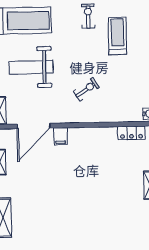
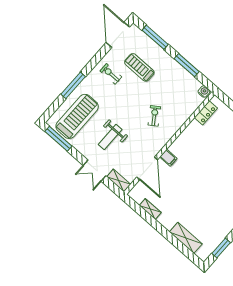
weight bench: (31, 67) -> (110, 137), width x0.73, depth x0.75

